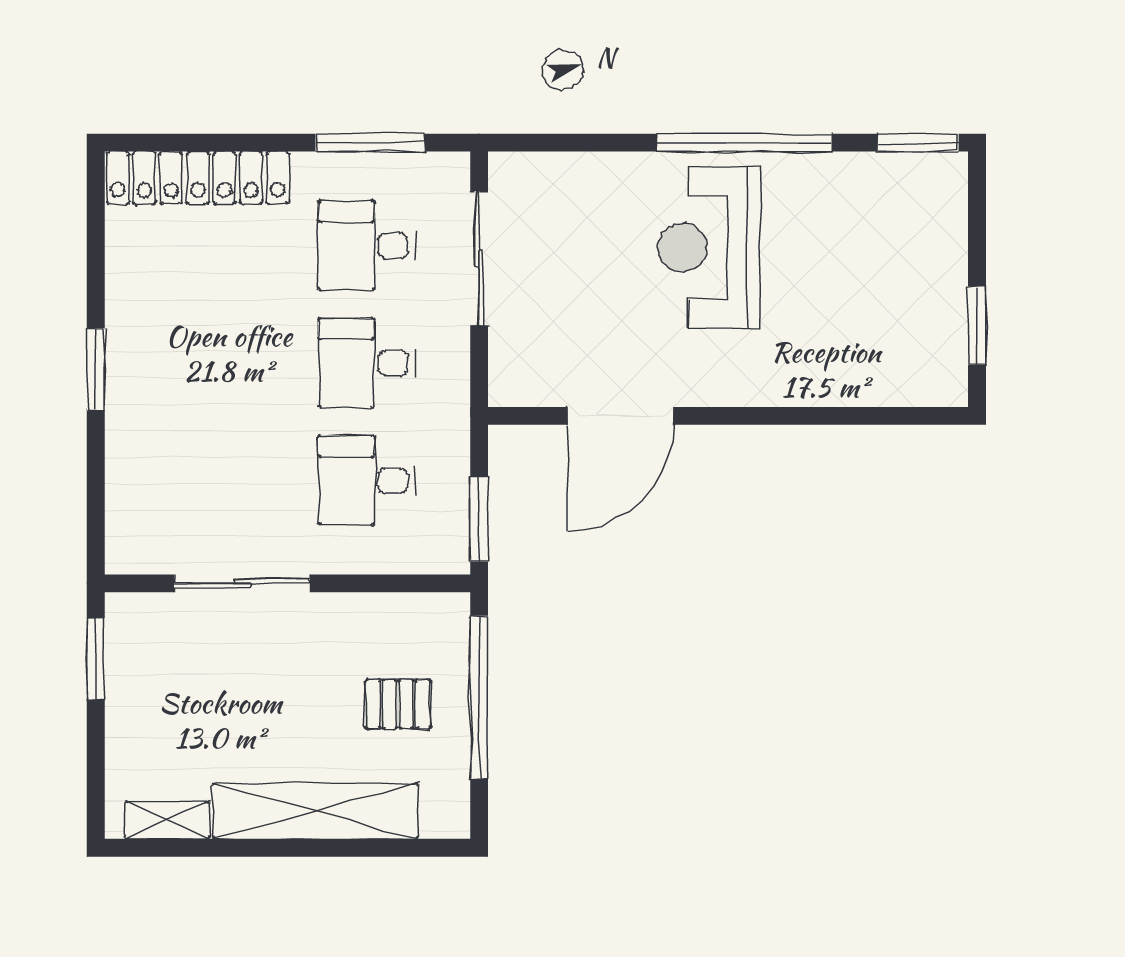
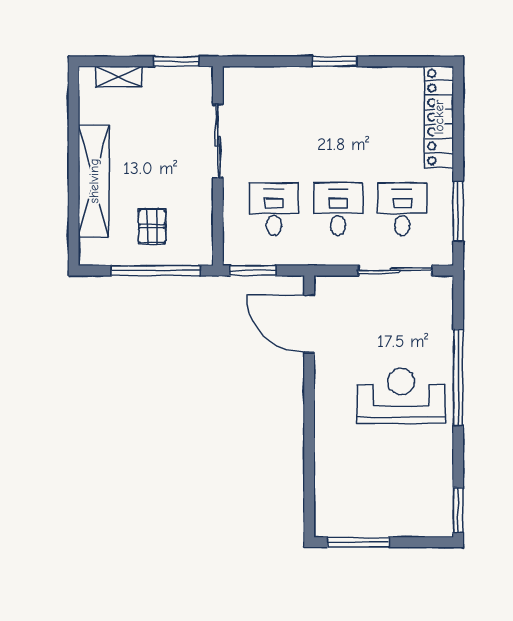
window: (744, 143) -> (458, 377), moved
window: (977, 326) -> (358, 542), width x1.44
door: (621, 416) -> (309, 324), moved
shelving: (167, 820) -> (118, 77), moved, turned 90

